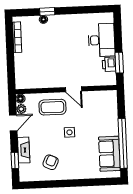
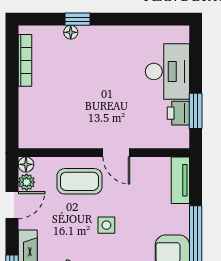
tv unit: (112, 104) -> (180, 180), added

